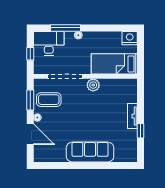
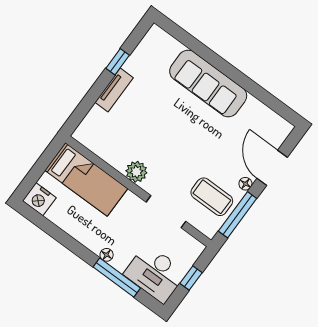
doorway: (65, 76) -> (166, 212), width x0.73
window: (30, 100) -> (238, 215), width x1.44

